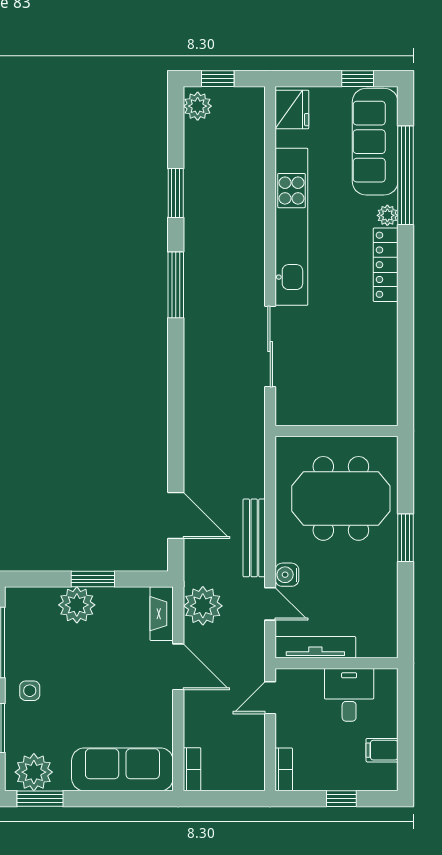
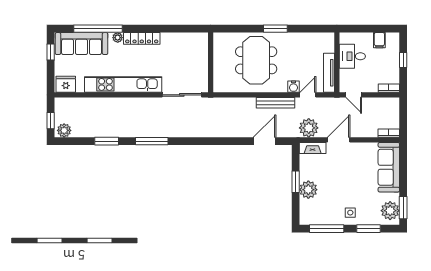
wall: (337, 431) -> (211, 62), moved

